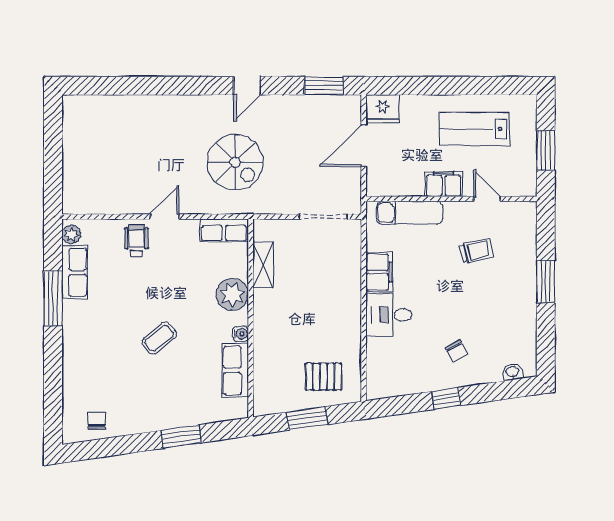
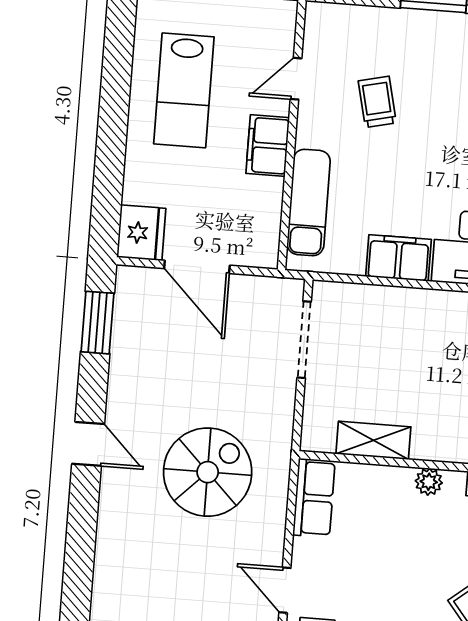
plant: (232, 294) -> (429, 482), width x0.53, depth x0.53

